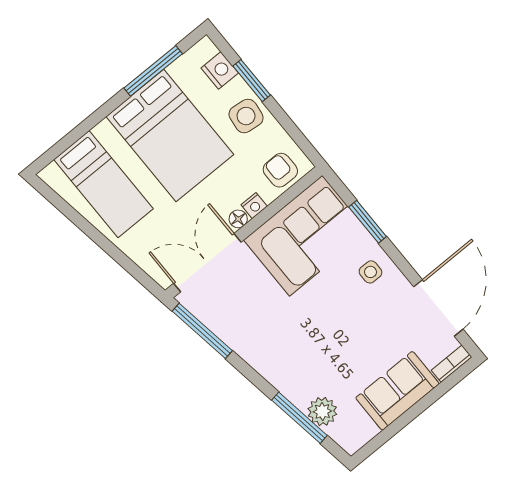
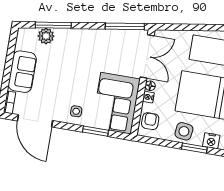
armchair: (280, 170) -> (150, 121), turned -90

